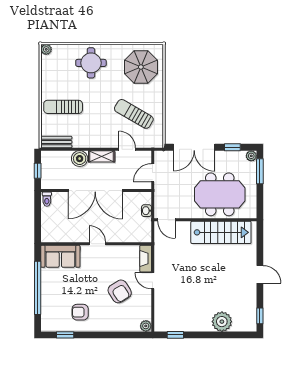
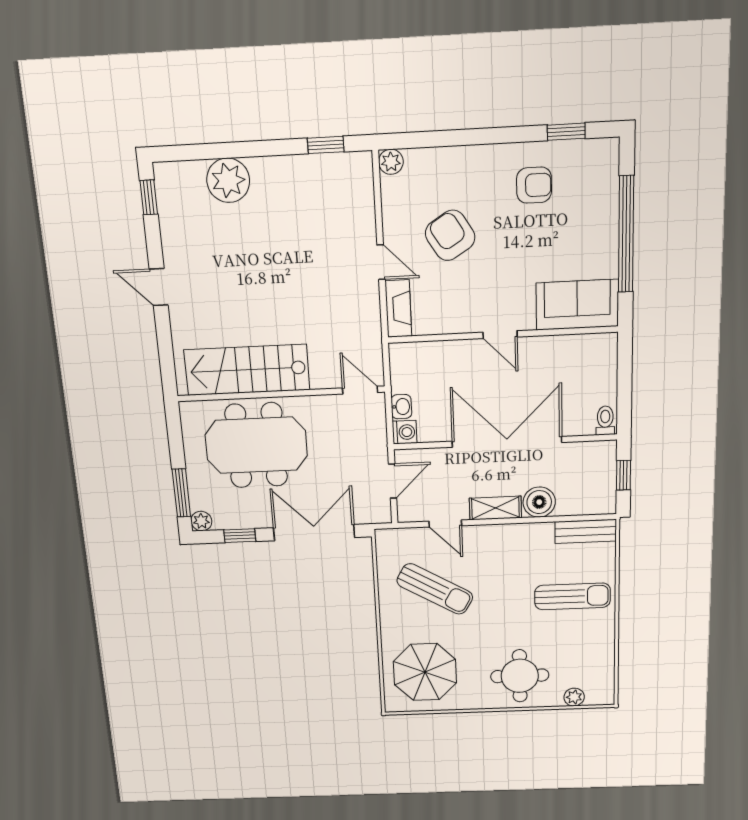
plant: (46, 49) -> (574, 697), moved
washing machine: (146, 198) -> (404, 432), added

